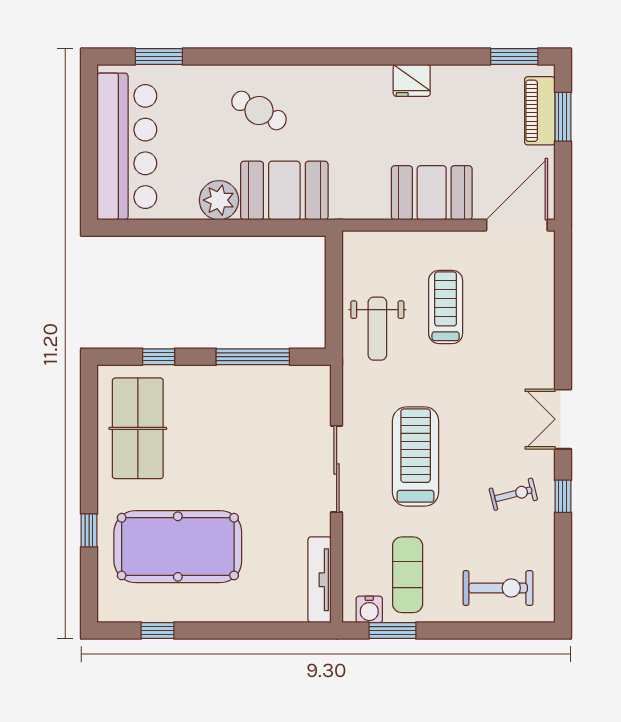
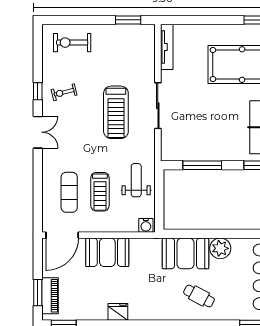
exercise mat: (408, 575) -> (69, 192), moved
water cooler: (369, 609) -> (146, 225), moved, turned 180

